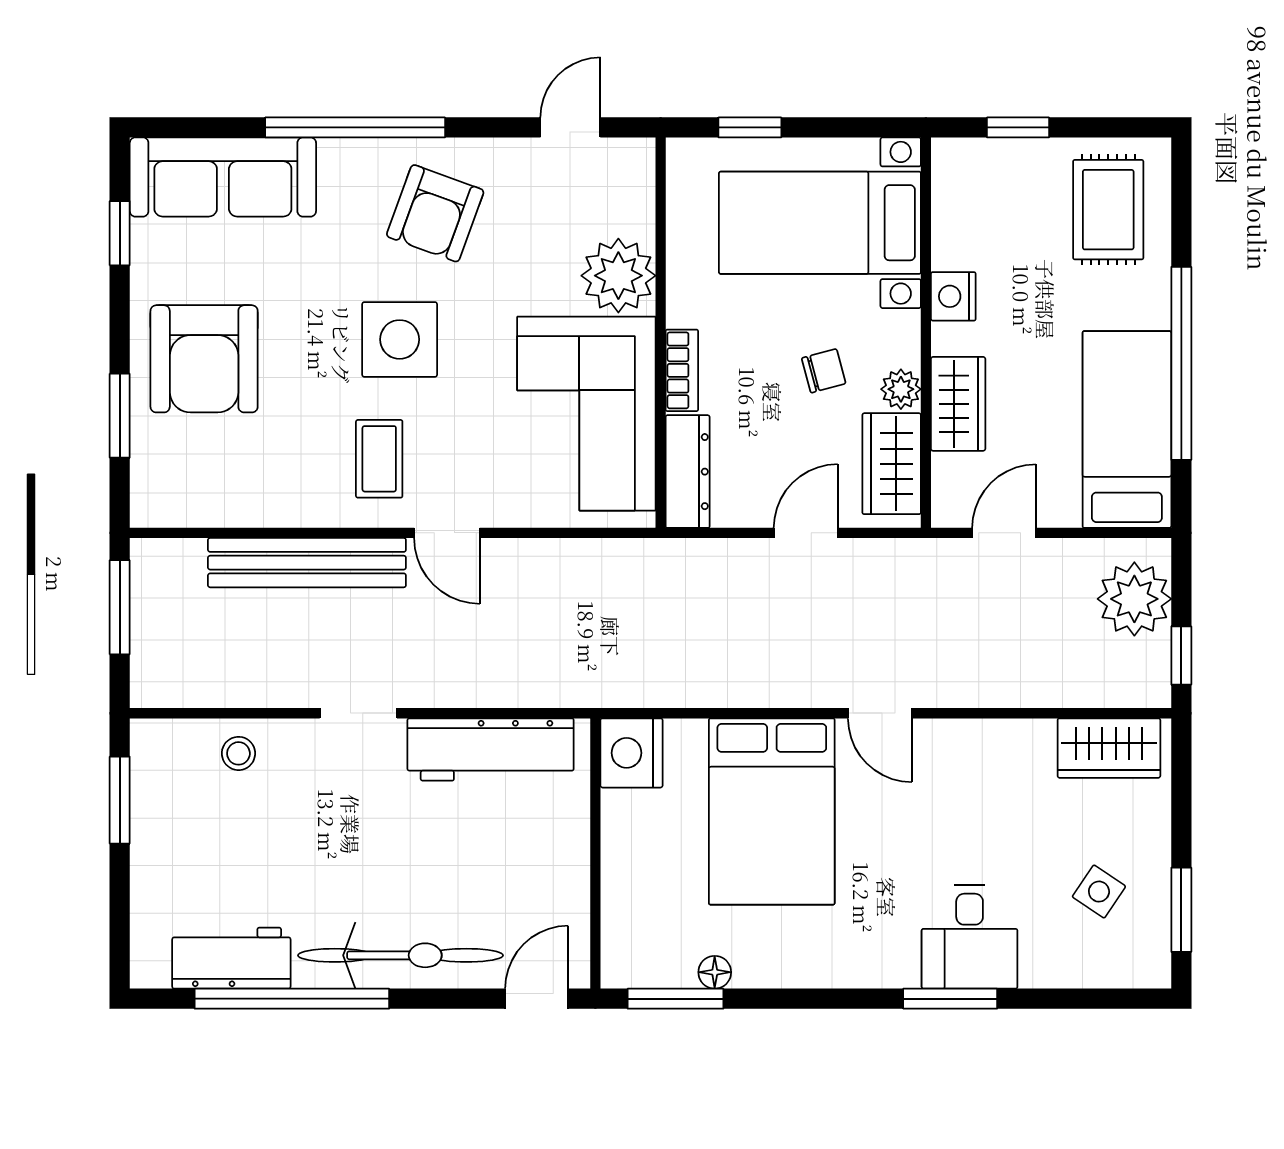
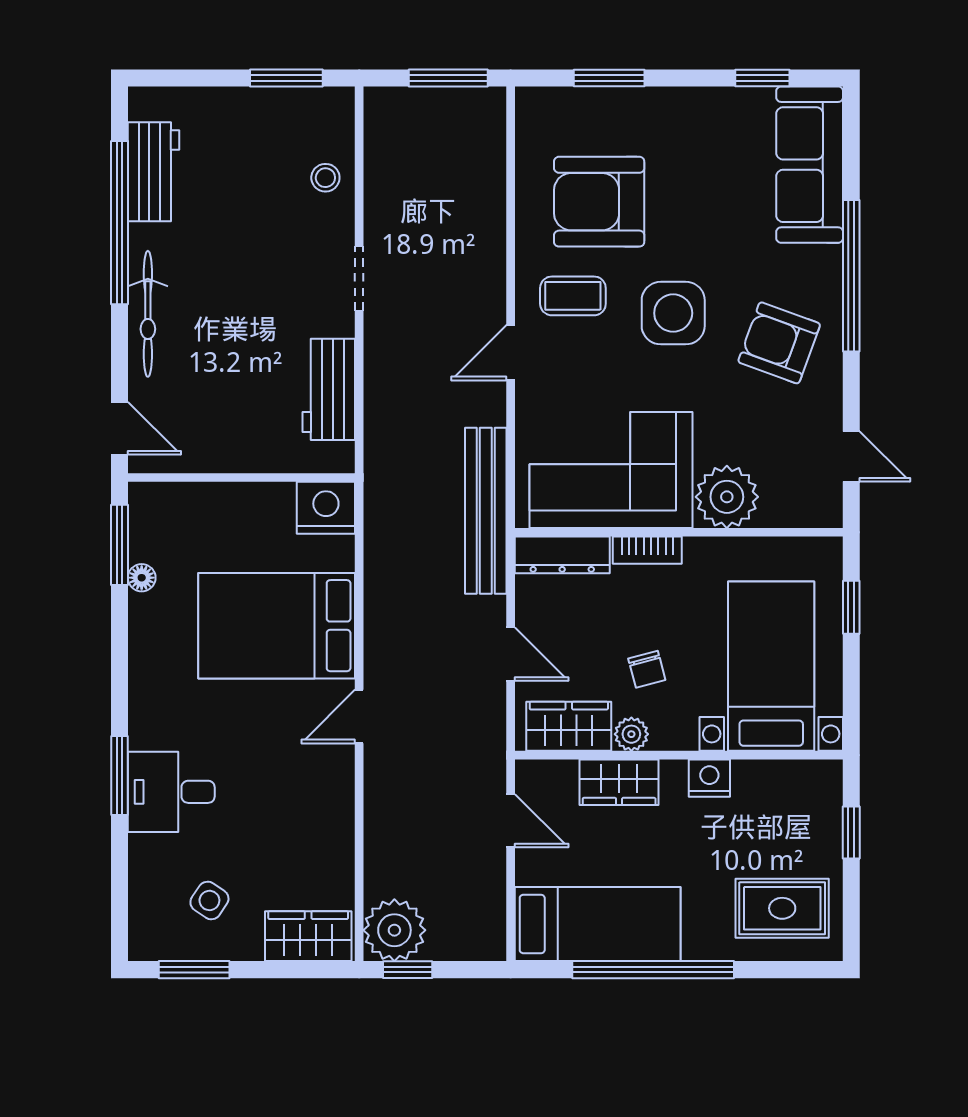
armchair: (204, 359) -> (599, 202), moved
bench: (307, 563) -> (486, 511), moved
plant: (1134, 599) -> (394, 930), moved
wardrobe: (1109, 748) -> (308, 936), moved, turned 90
workbench: (491, 749) -> (329, 389), width x0.73
bicycle: (401, 955) -> (148, 314), width x0.73, depth x0.71

